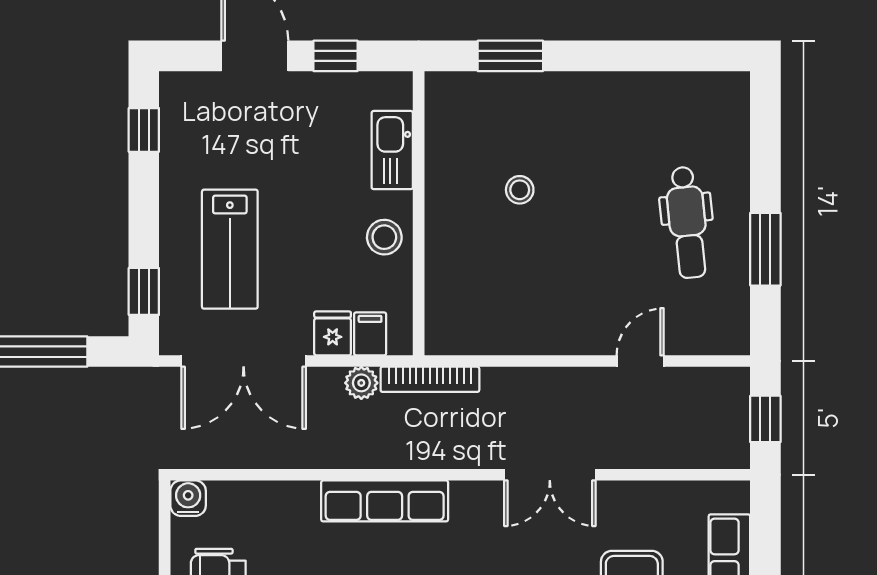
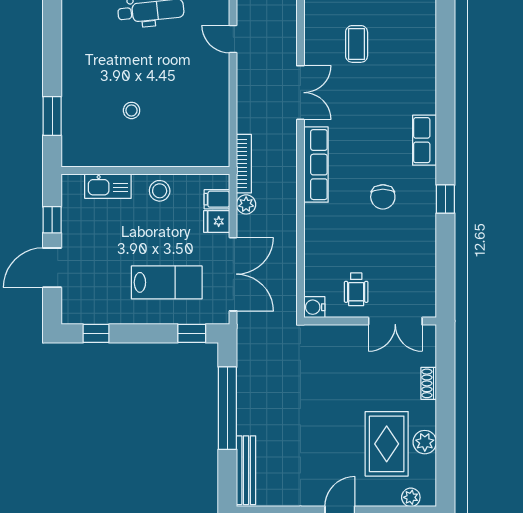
row of seats: (385, 501) -> (316, 165), moved

